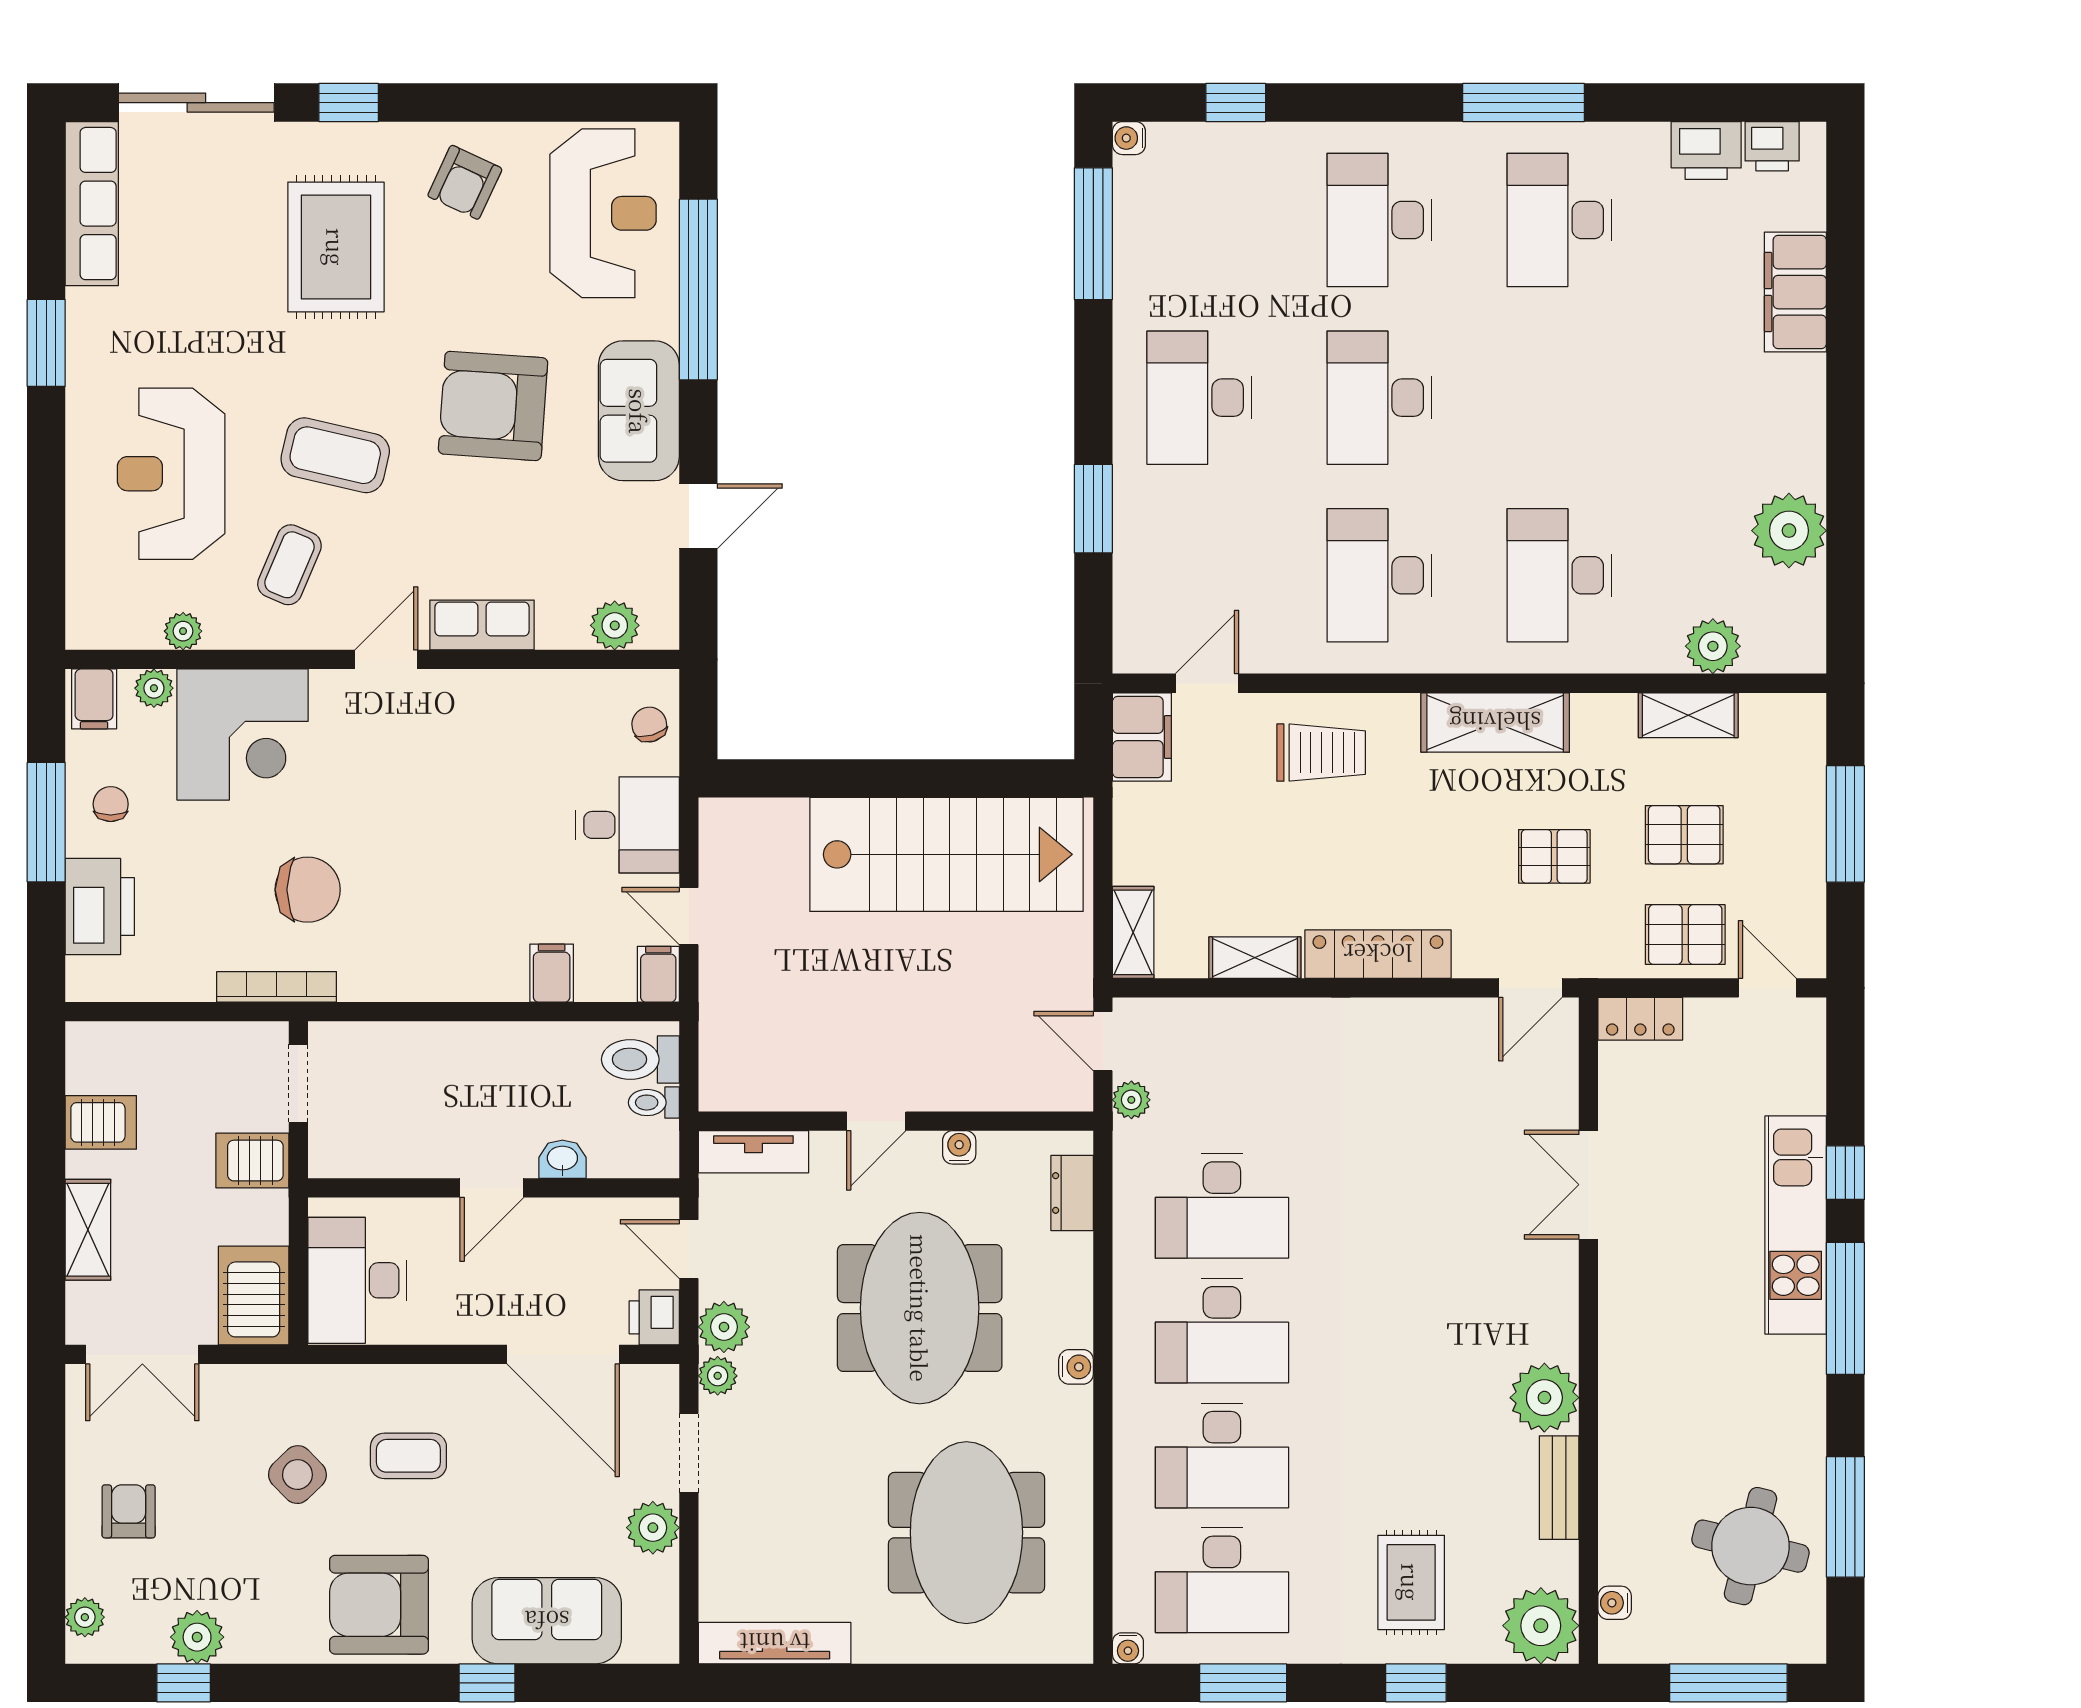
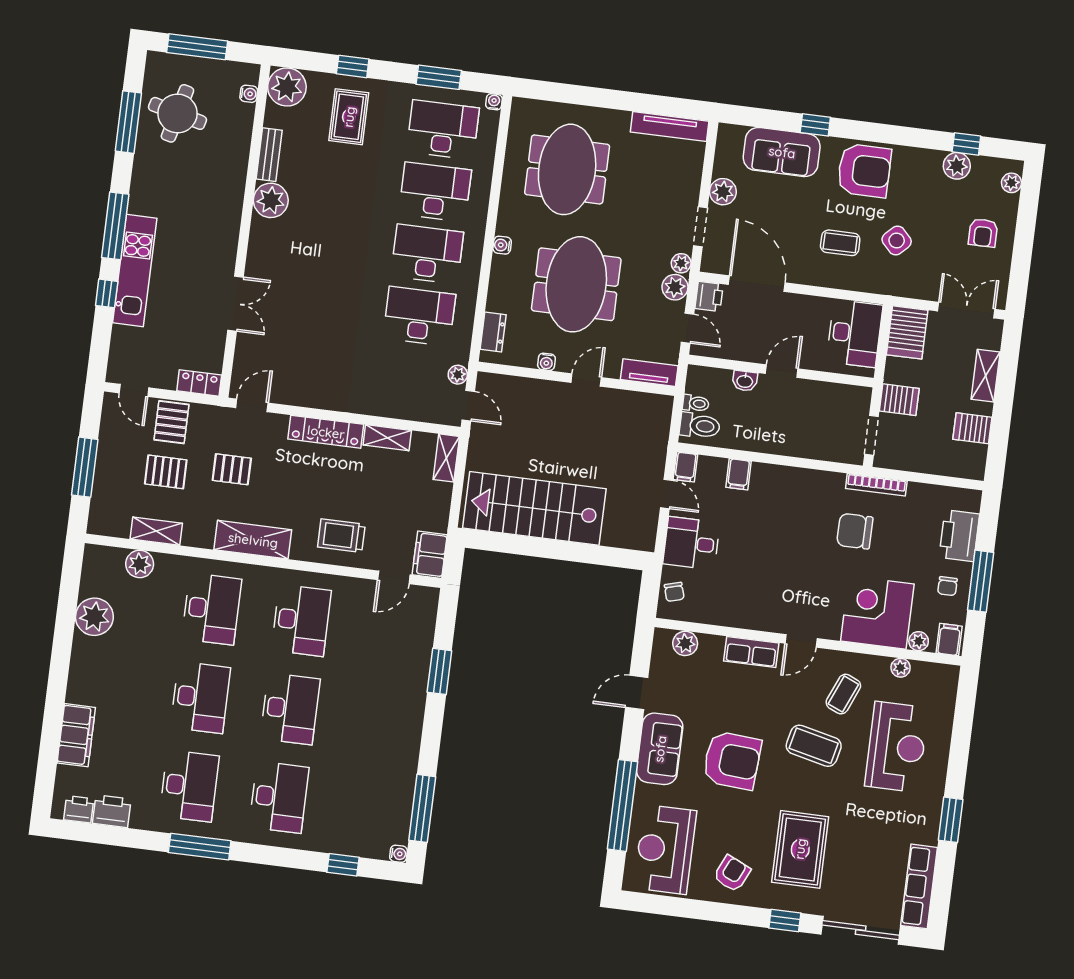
desk: (1199, 398) -> (200, 697), moved
pallet: (1685, 935) -> (172, 422), turned 90

